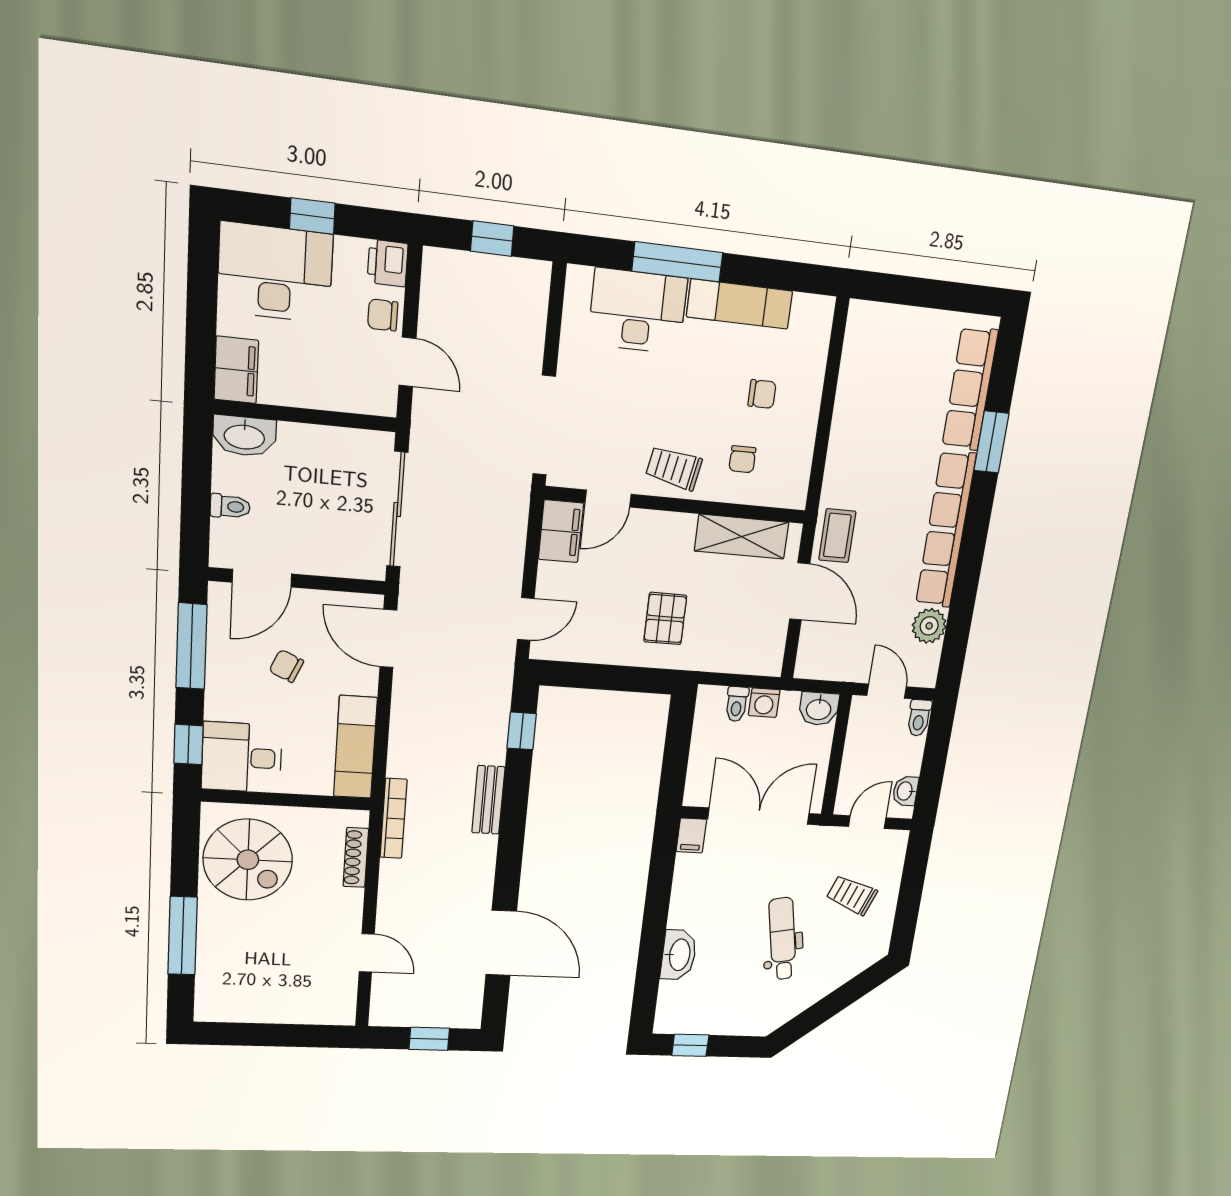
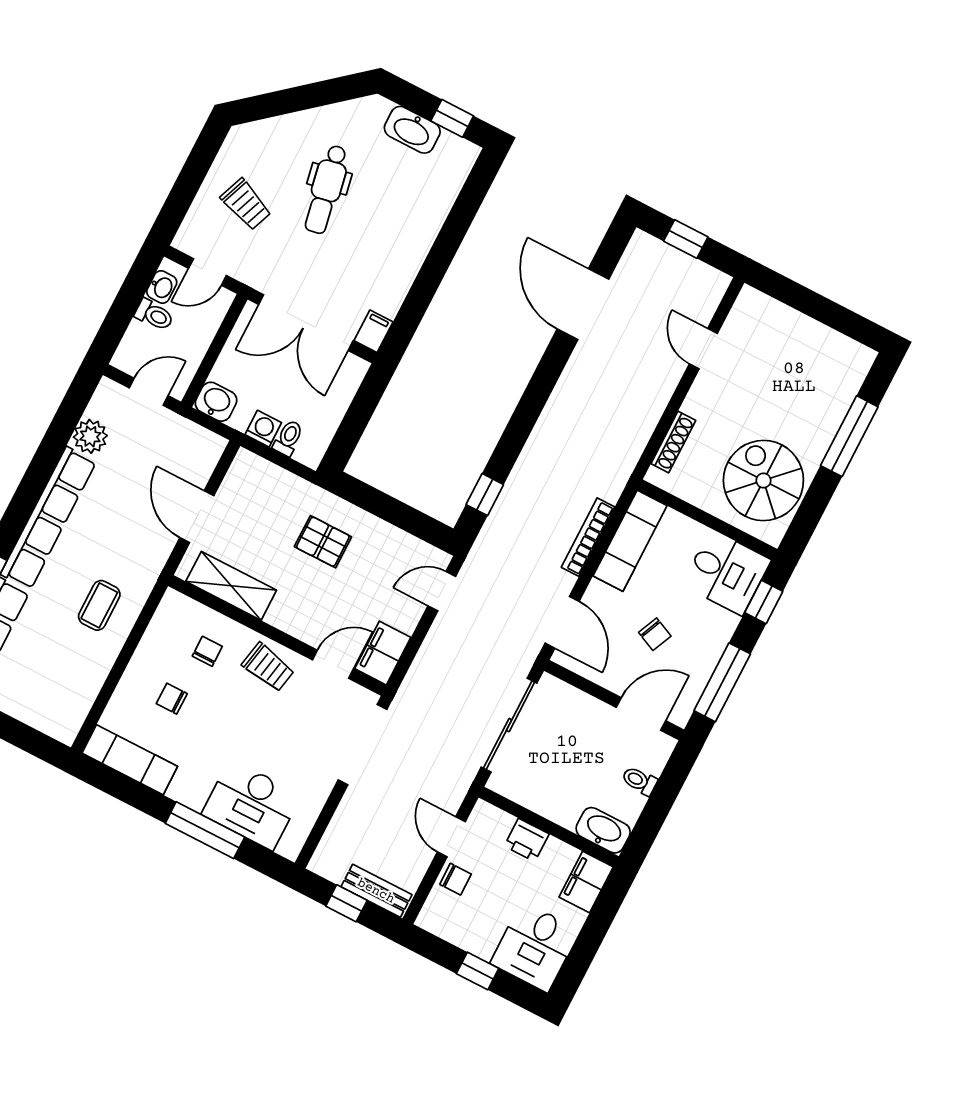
printer: (388, 263) -> (527, 840), moved, turned 90
desk: (275, 273) -> (535, 947), width x0.73
exam couch: (740, 304) -> (130, 760), moved
coffee table: (837, 536) -> (99, 605), moved
pallet: (665, 619) -> (323, 542), turned 90
door: (887, 691) -> (149, 392), swing flipped
toilet: (919, 718) -> (154, 315), moved, turned 90
bench: (488, 800) -> (376, 891), moved, turned 90
bookcase: (394, 818) -> (588, 537), moved
washbasin: (679, 955) -> (412, 130), moved, turned -90

